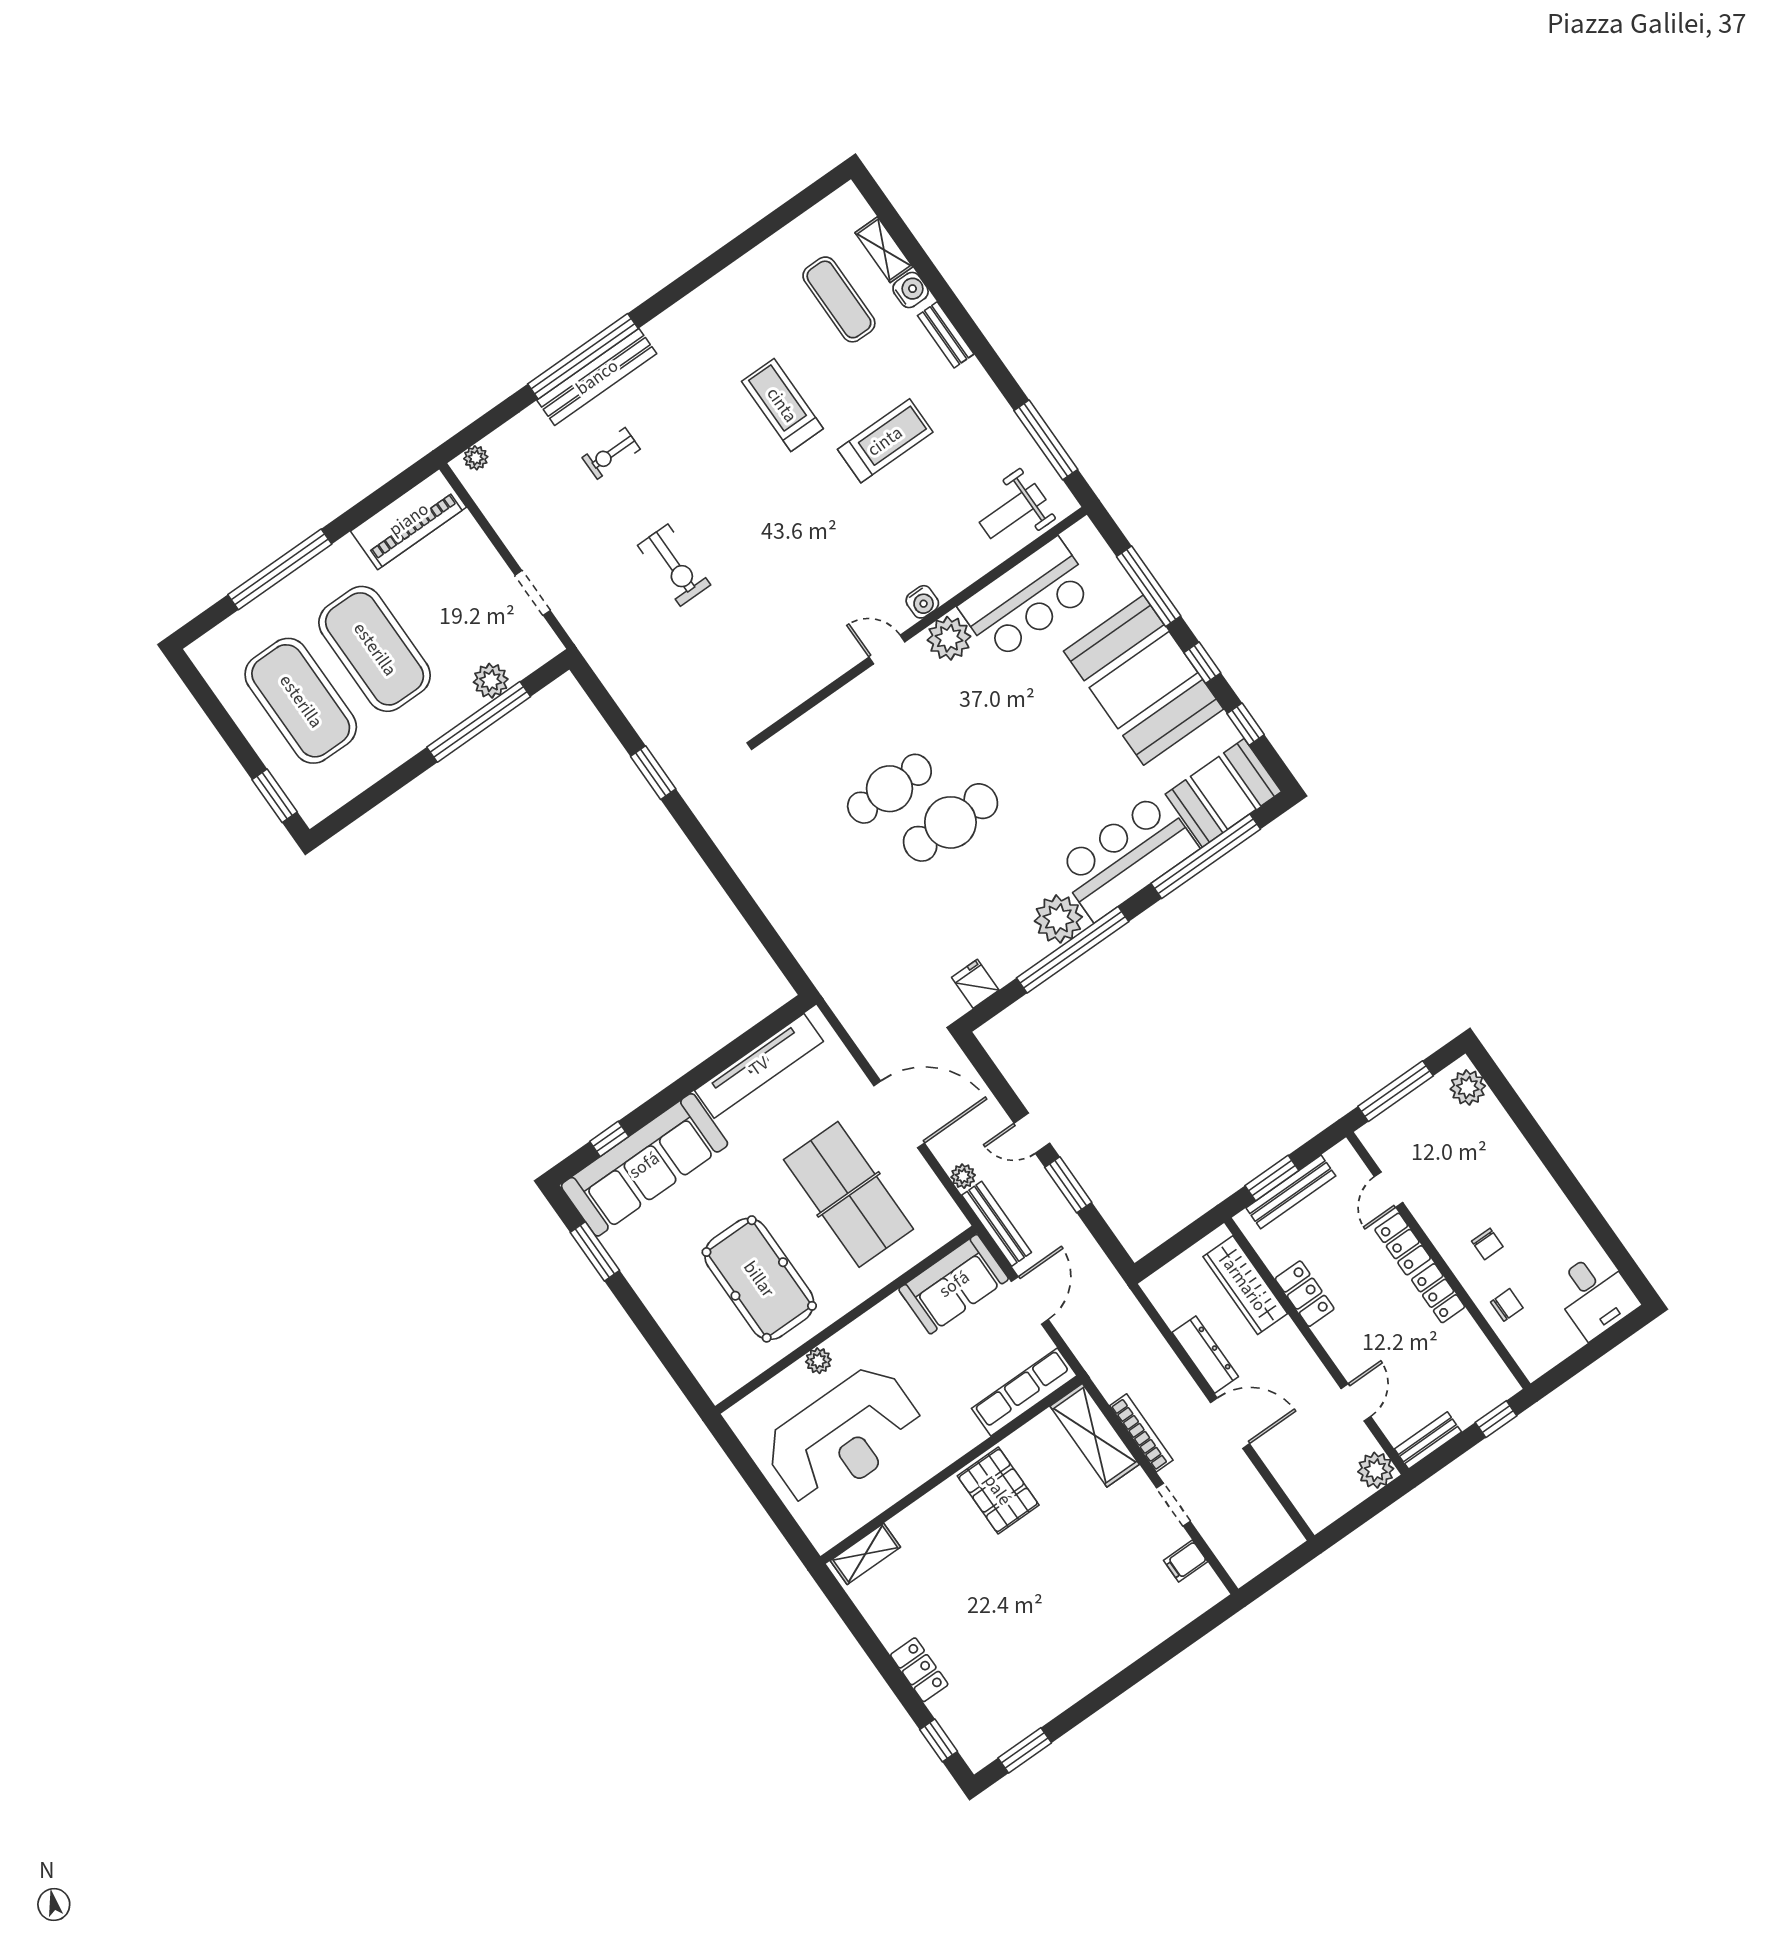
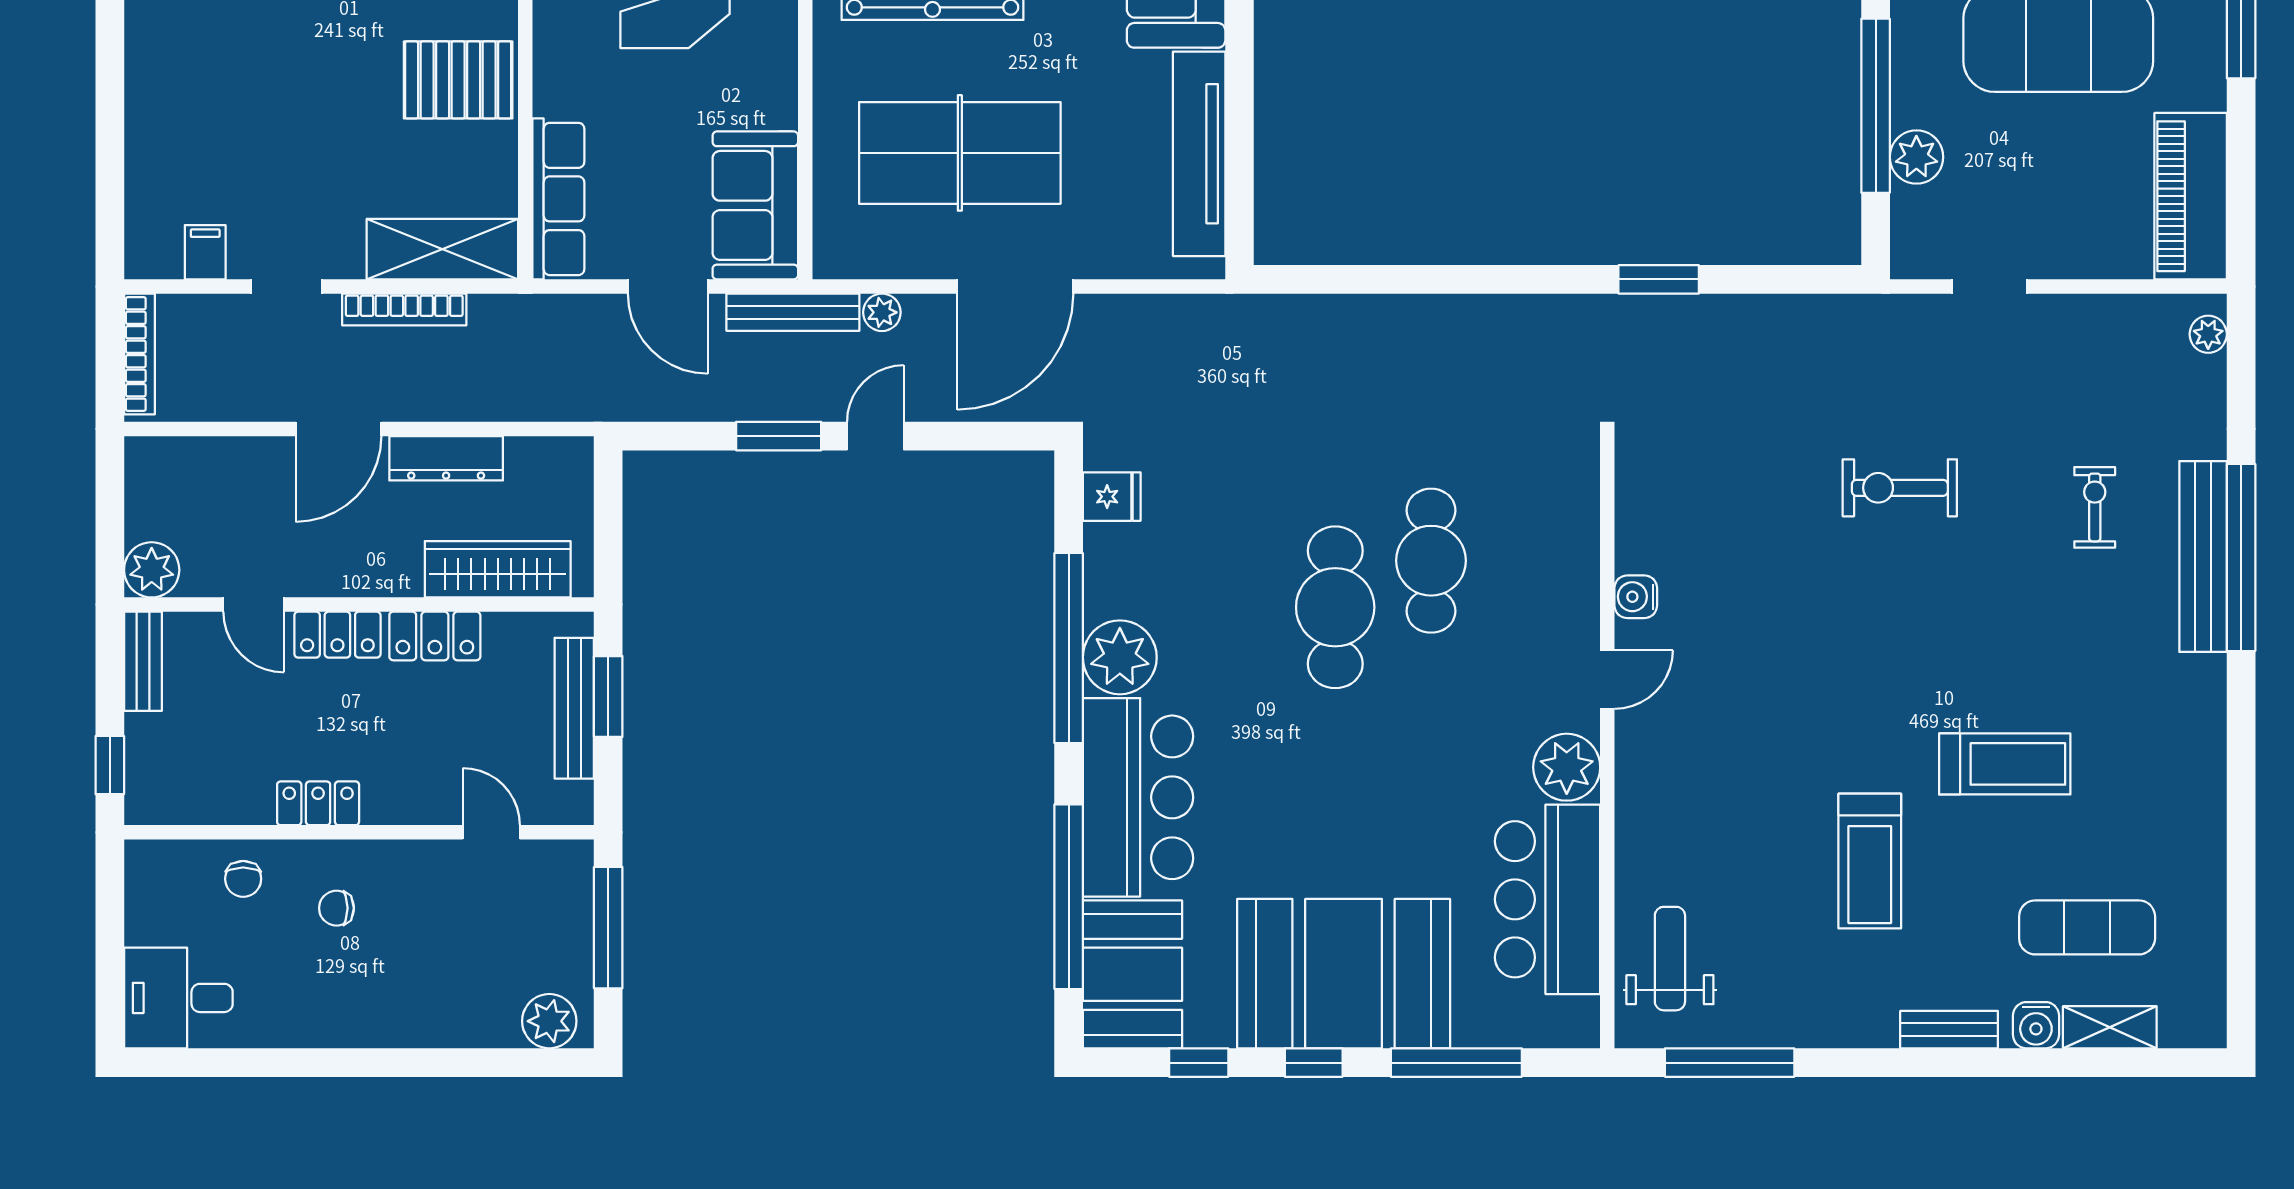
water cooler: (922, 602) -> (1636, 597), moved
locker: (1403, 1244) -> (337, 635), moved, turned 180
bookcase: (1265, 1558) -> (140, 354), added

